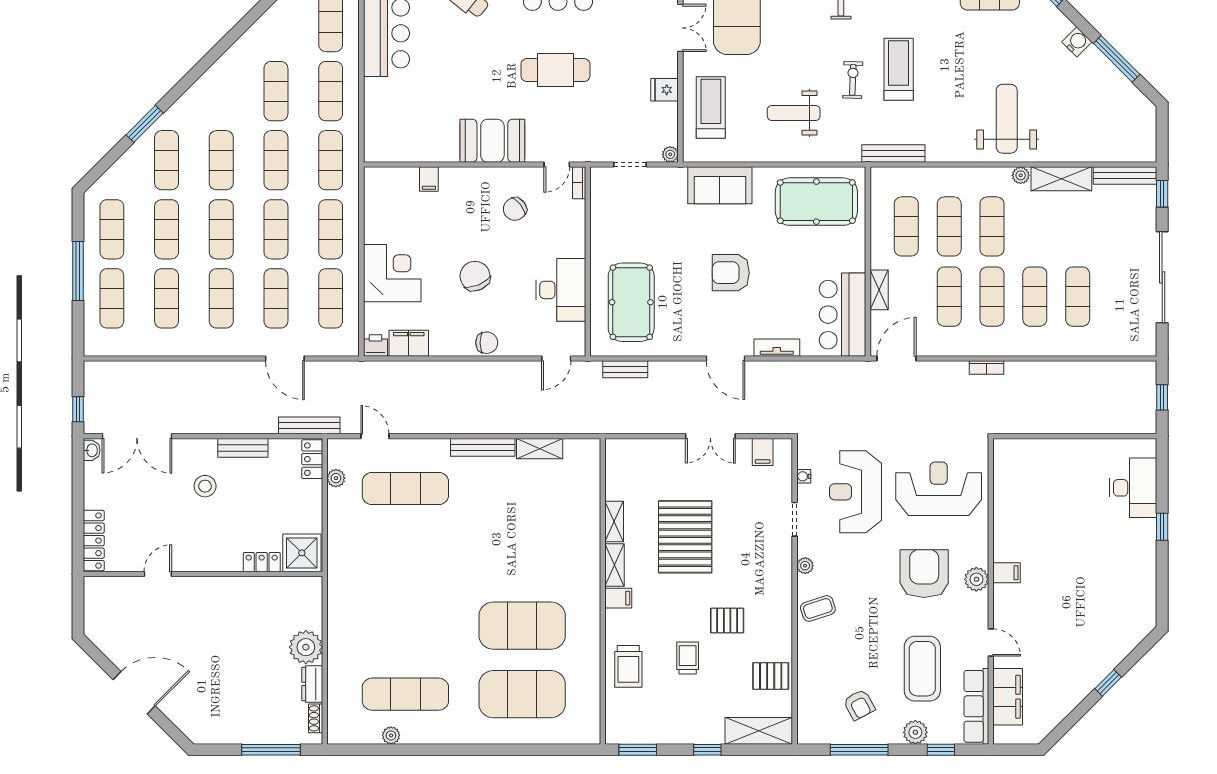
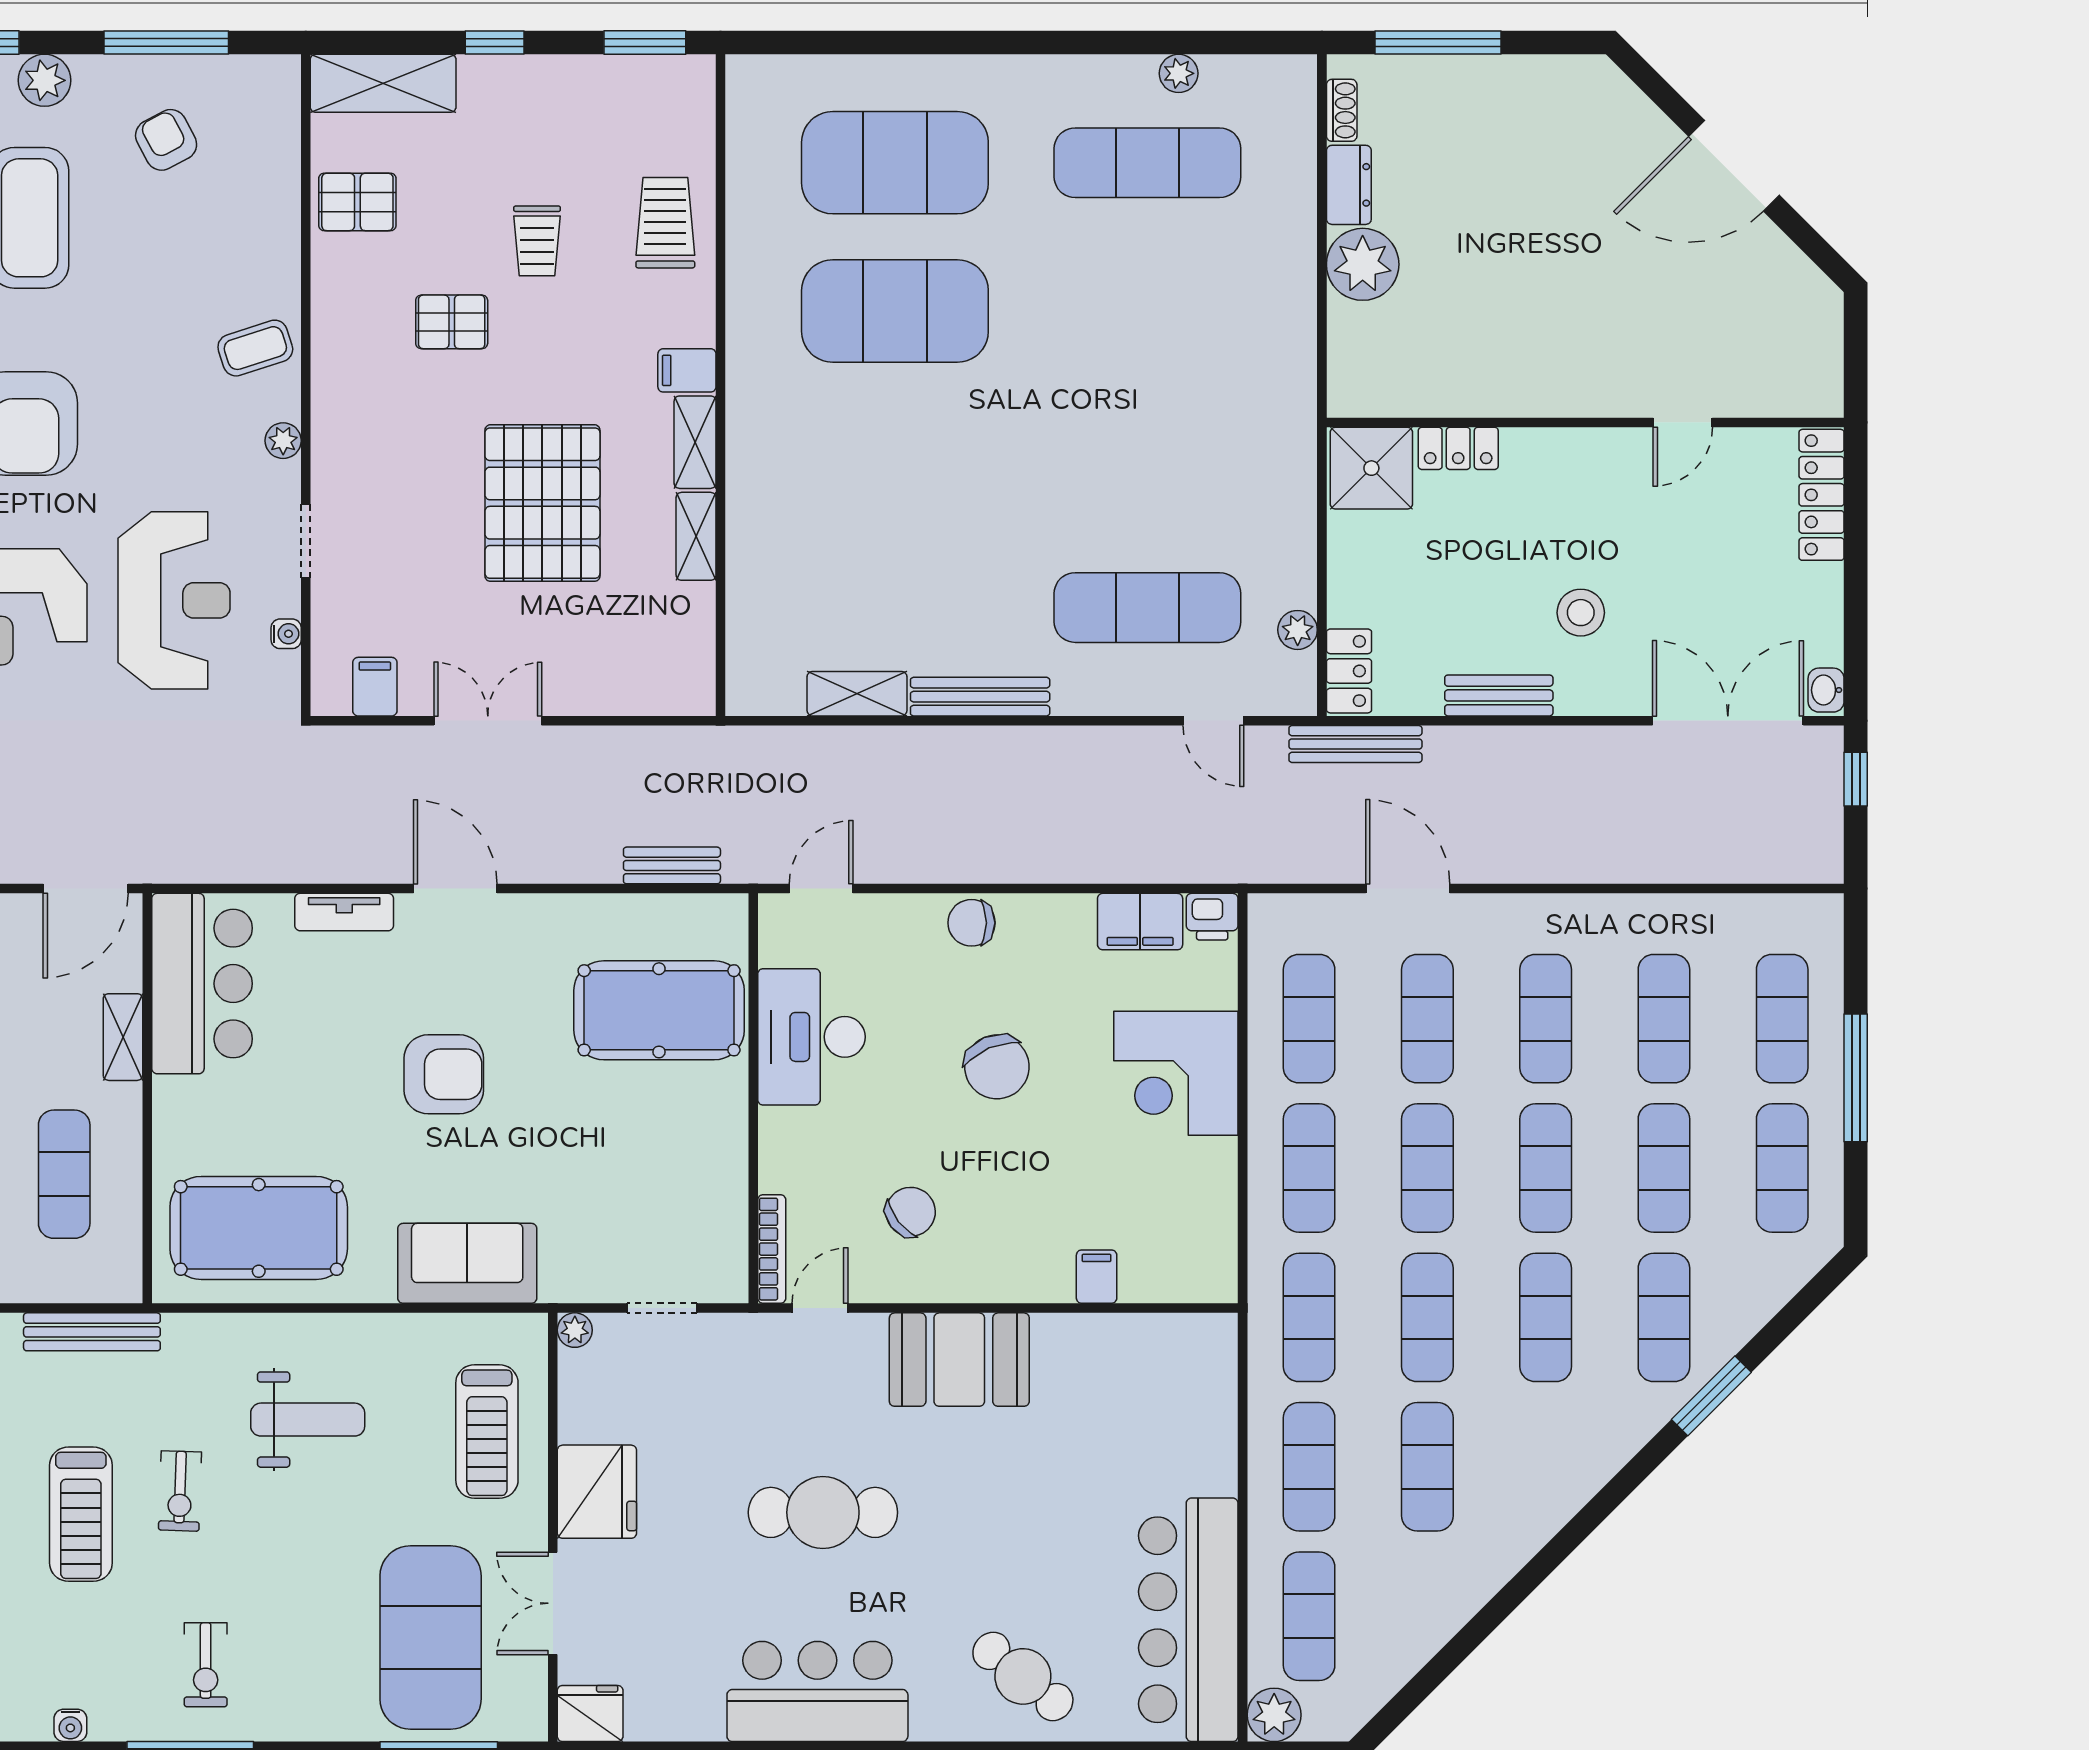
fridge: (665, 90) -> (597, 1492), width x1.88, depth x1.34
bookcase: (579, 183) -> (772, 1249), width x1.56
pool table: (631, 302) -> (659, 1010), turned 90

